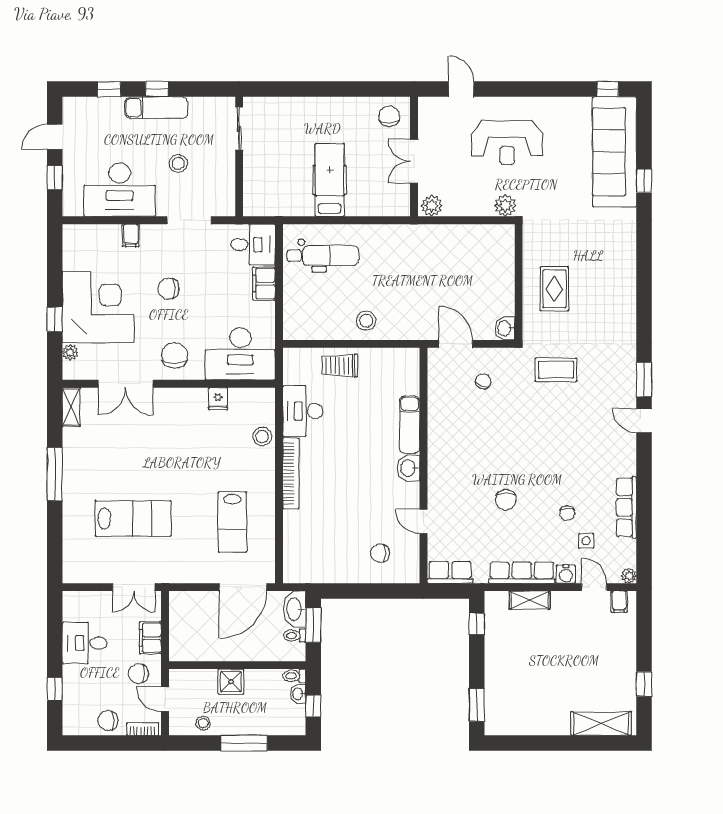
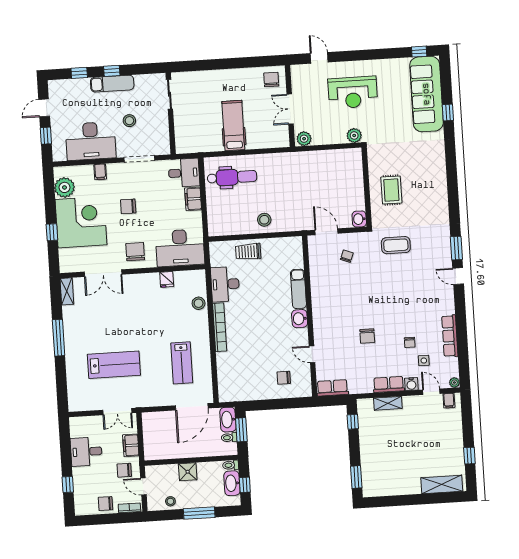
plant: (70, 352) -> (64, 187), moved, width x1.88, depth x1.88
row of seats: (522, 573) -> (389, 384), width x0.68
washbasin: (298, 694) -> (232, 483), width x1.91, depth x1.45

